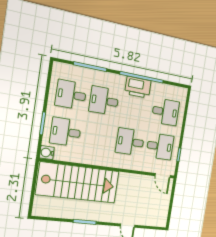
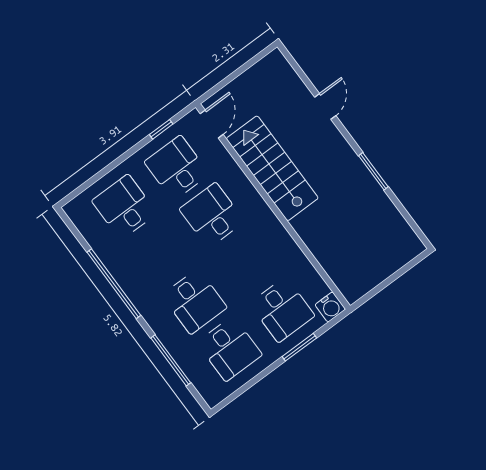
printer: (138, 87) -> (132, 276), removed
desk: (130, 142) -> (212, 215), turned 180
stairs: (78, 183) -> (272, 168), moved, width x0.73, depth x0.66

